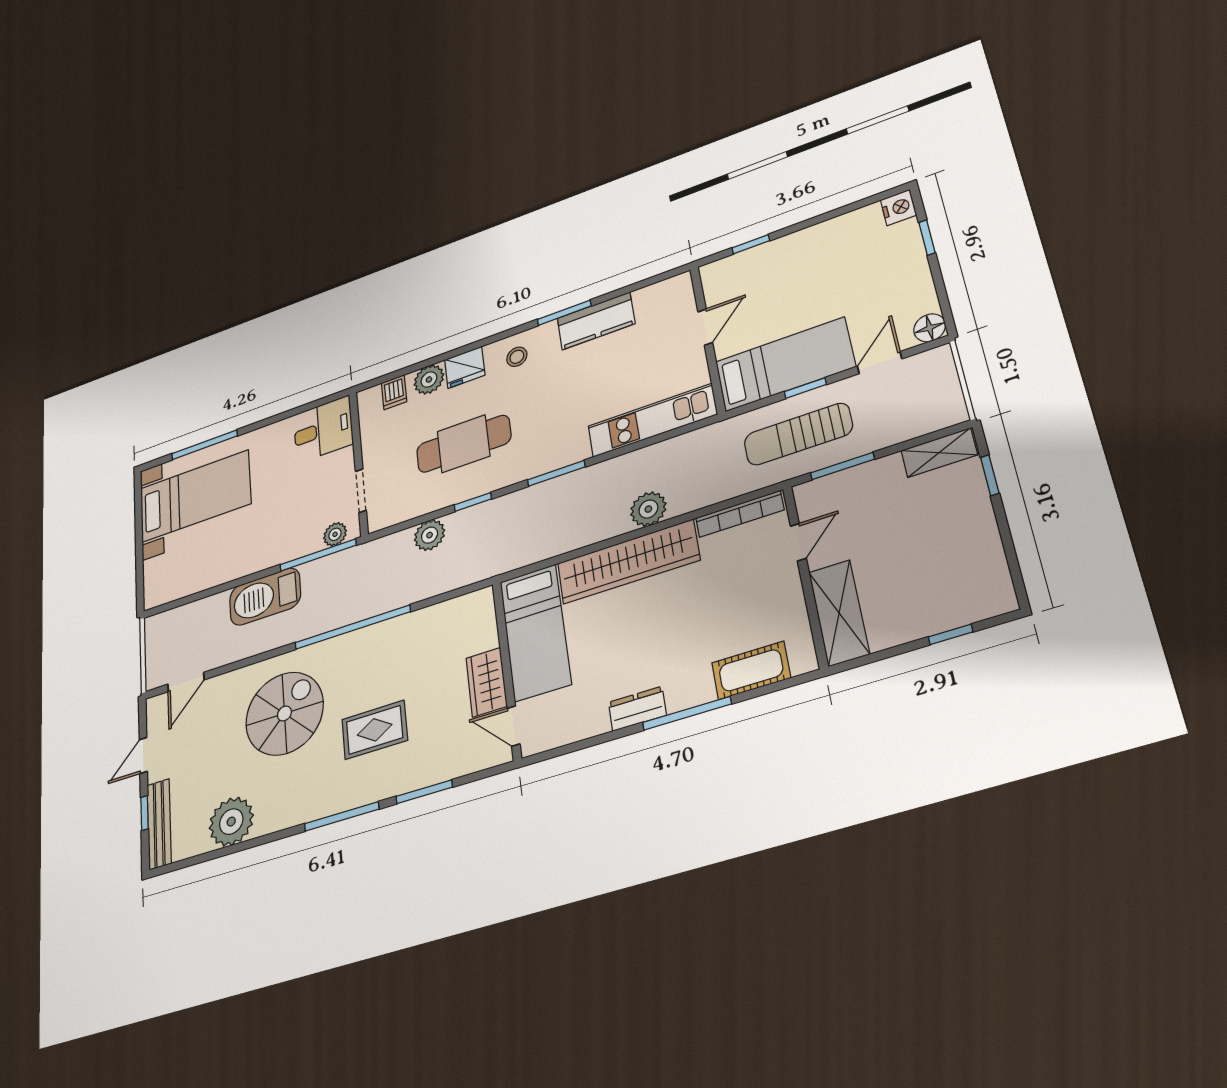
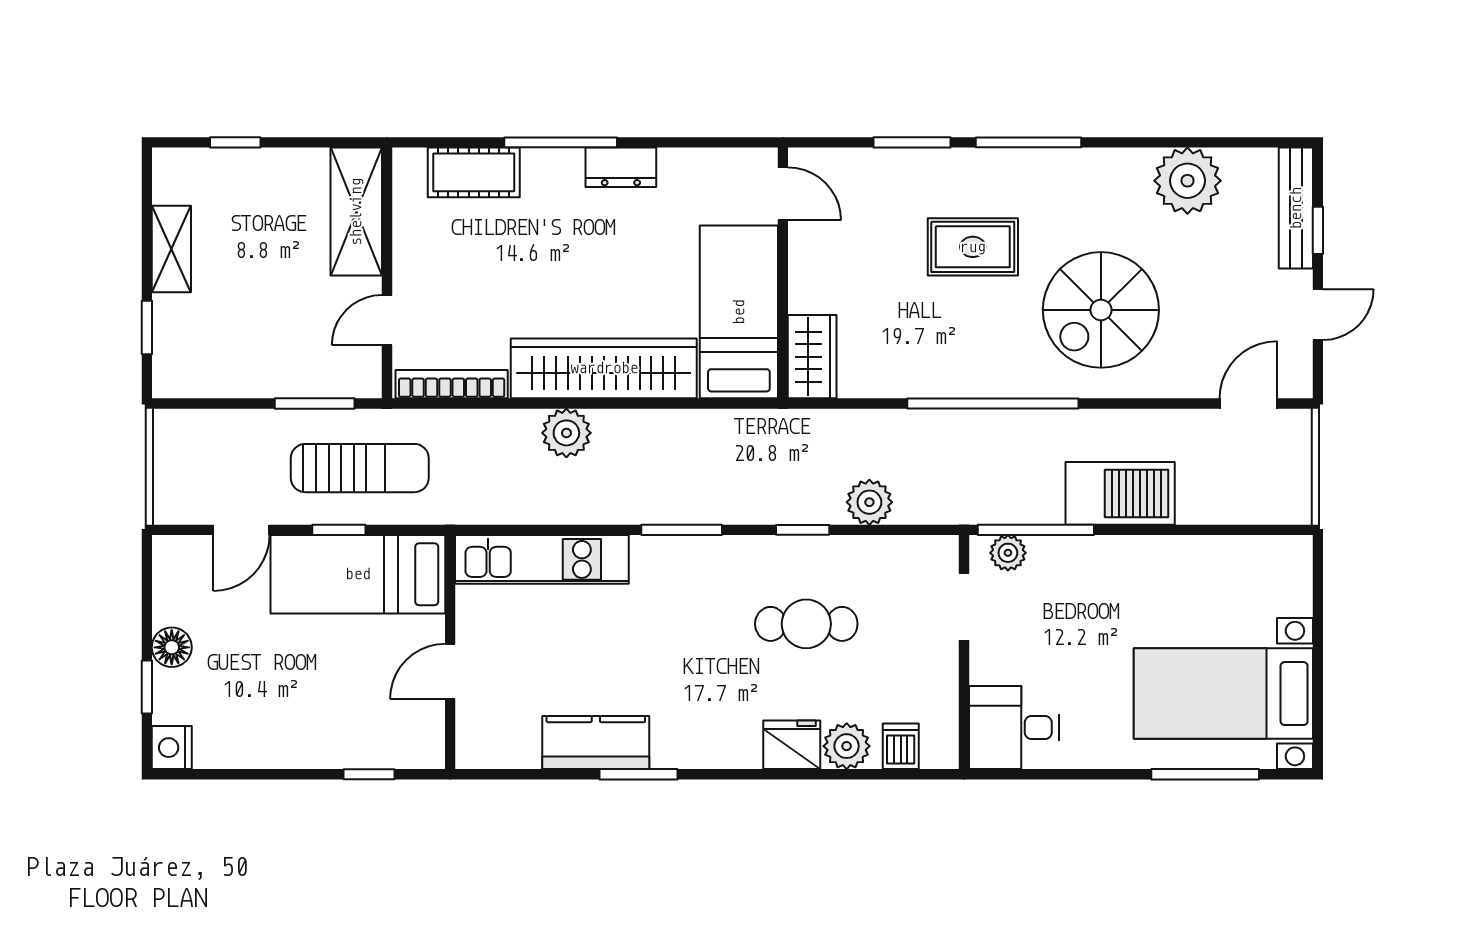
floor lamp: (930, 328) -> (172, 647), moved
stool: (517, 357) -> (715, 731), removed
cafe table: (464, 444) -> (806, 624), width x0.73, depth x0.74
shelving: (939, 453) -> (171, 249), moved, turned 90
wardrobe: (487, 682) -> (812, 357), moved

